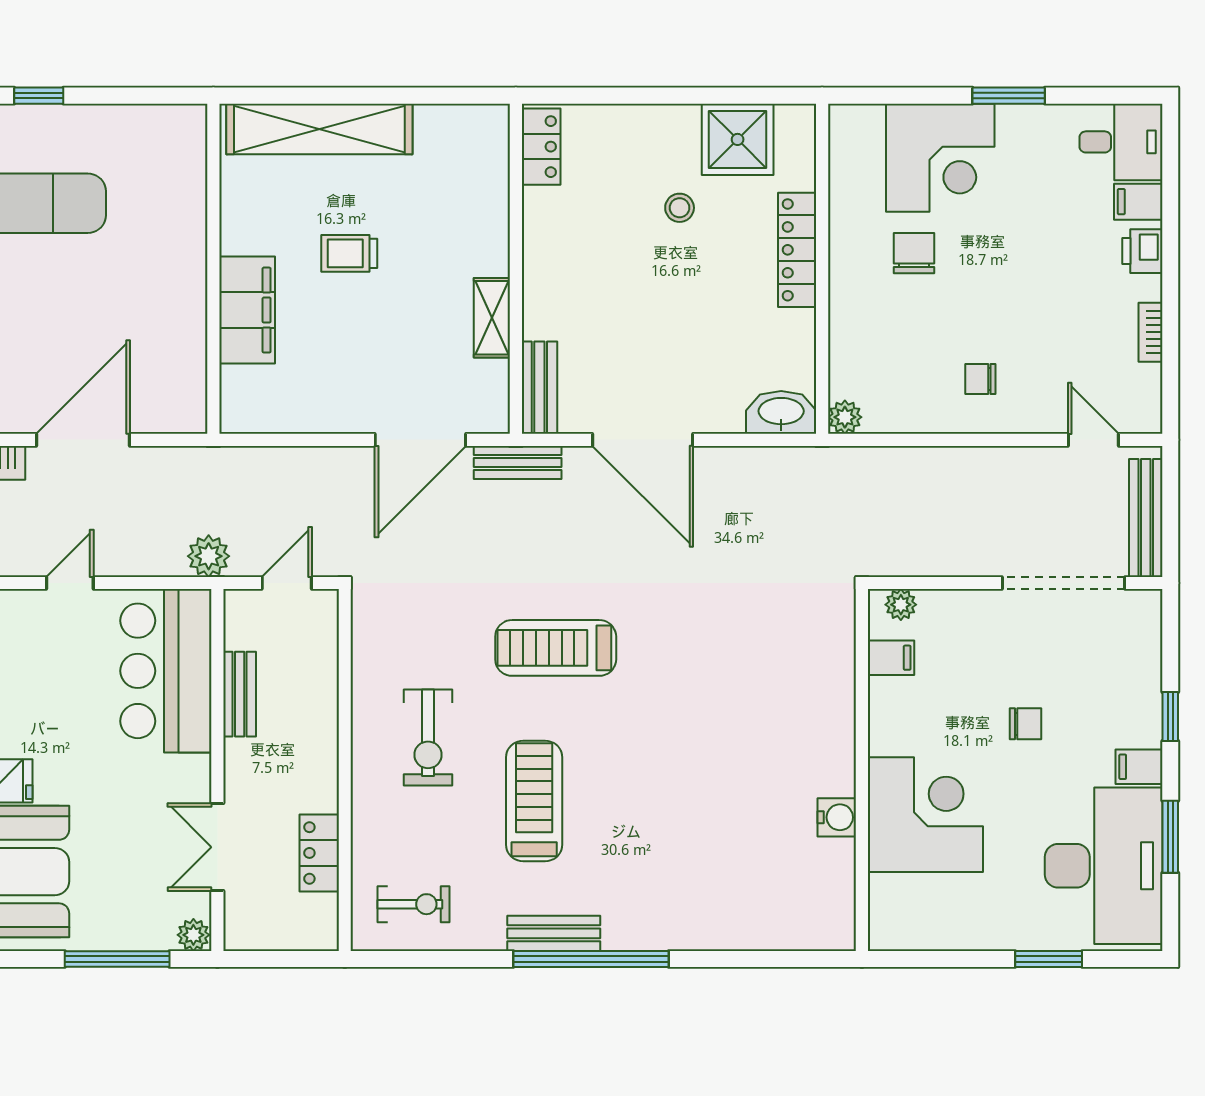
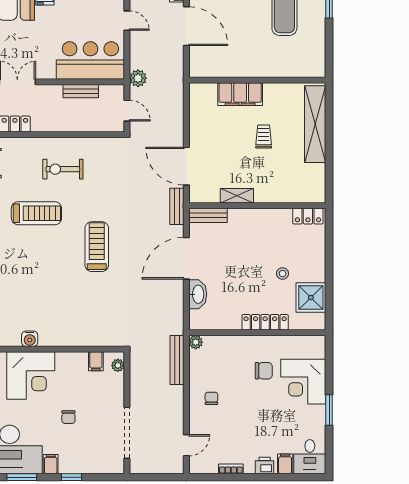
washbasin: (781, 412) -> (198, 294), moved
bench: (1146, 518) -> (177, 360), moved, turned 90
treadmill: (556, 648) -> (97, 247), moved

